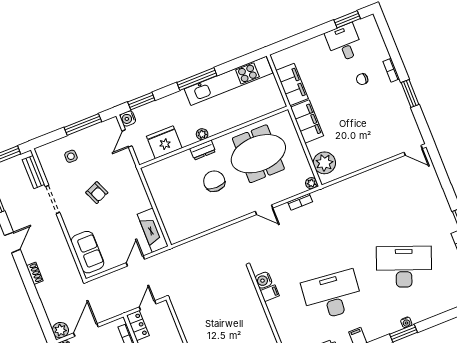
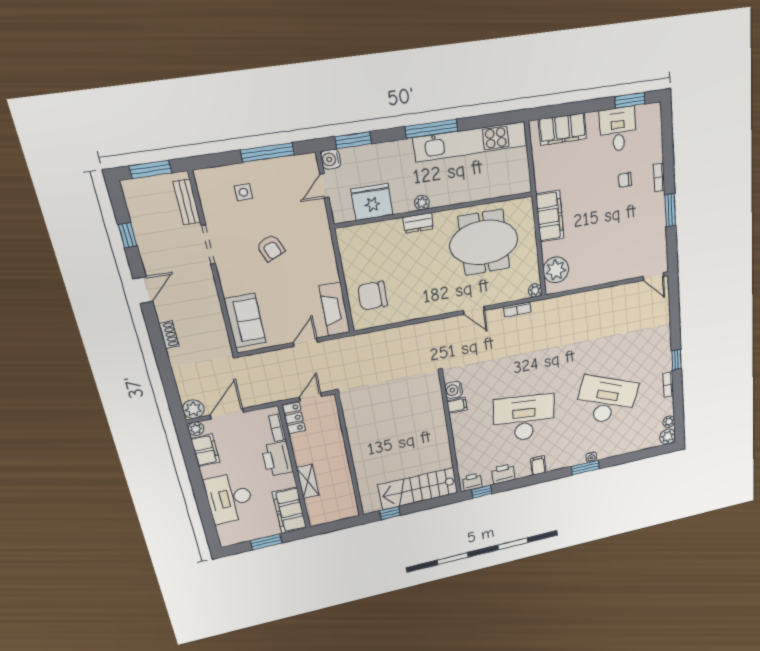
filing cabinet: (292, 85) -> (563, 129), moved, turned 90
chair: (214, 181) -> (373, 296), moved, turned -90

